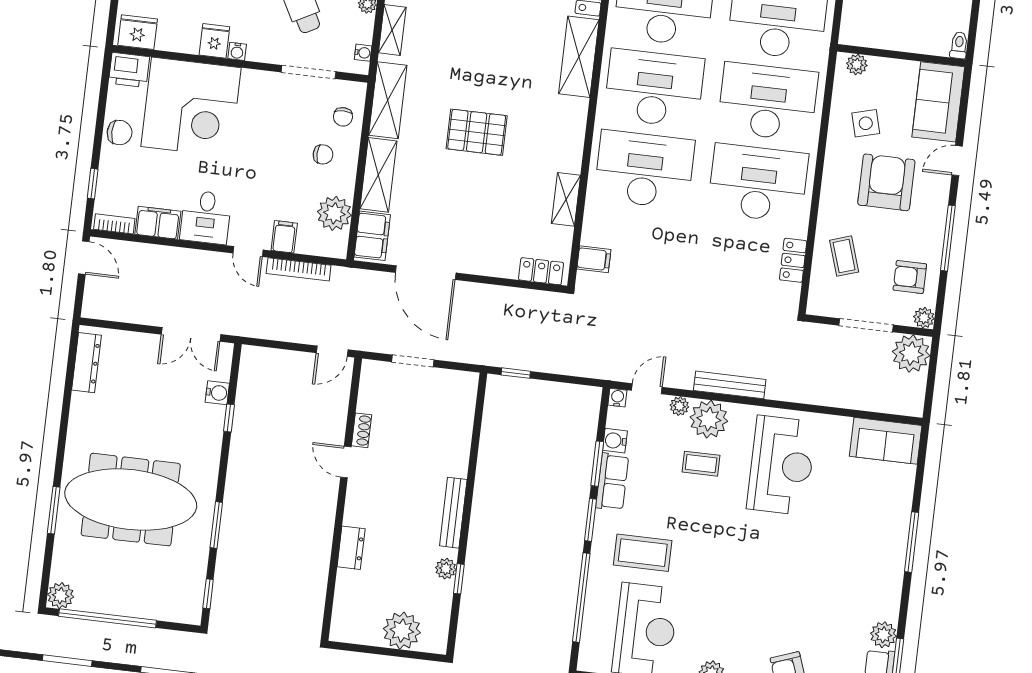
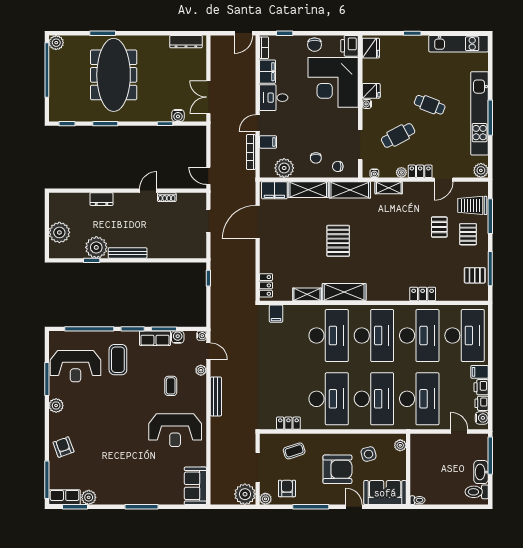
shelving: (579, 57) -> (344, 292), moved
plant: (709, 419) -> (196, 387), removed
plant: (446, 569) -> (96, 247), width x1.88, depth x1.88

